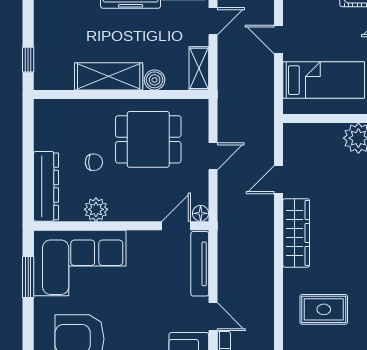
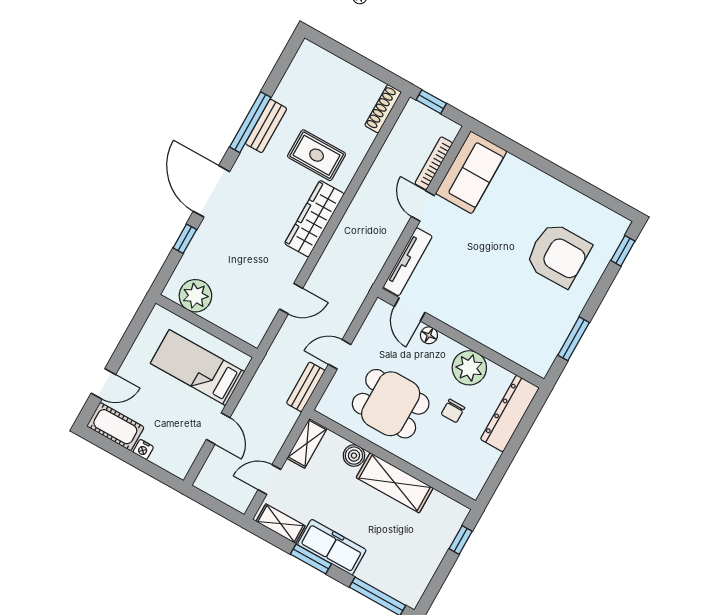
bench: (226, 114) -> (306, 387), added
chair: (94, 162) -> (453, 411), turned -88
plant: (96, 209) -> (469, 368), width x1.36, depth x1.36
floor lamp: (201, 213) -> (429, 335), moved
door: (176, 226) -> (410, 309), hinge flipped
wardrobe: (296, 233) -> (314, 219), moved
corner sofa: (80, 263) -> (518, 325), removed

